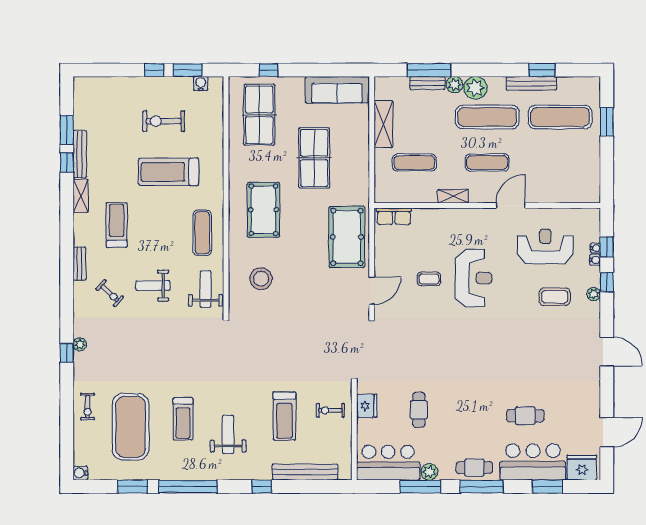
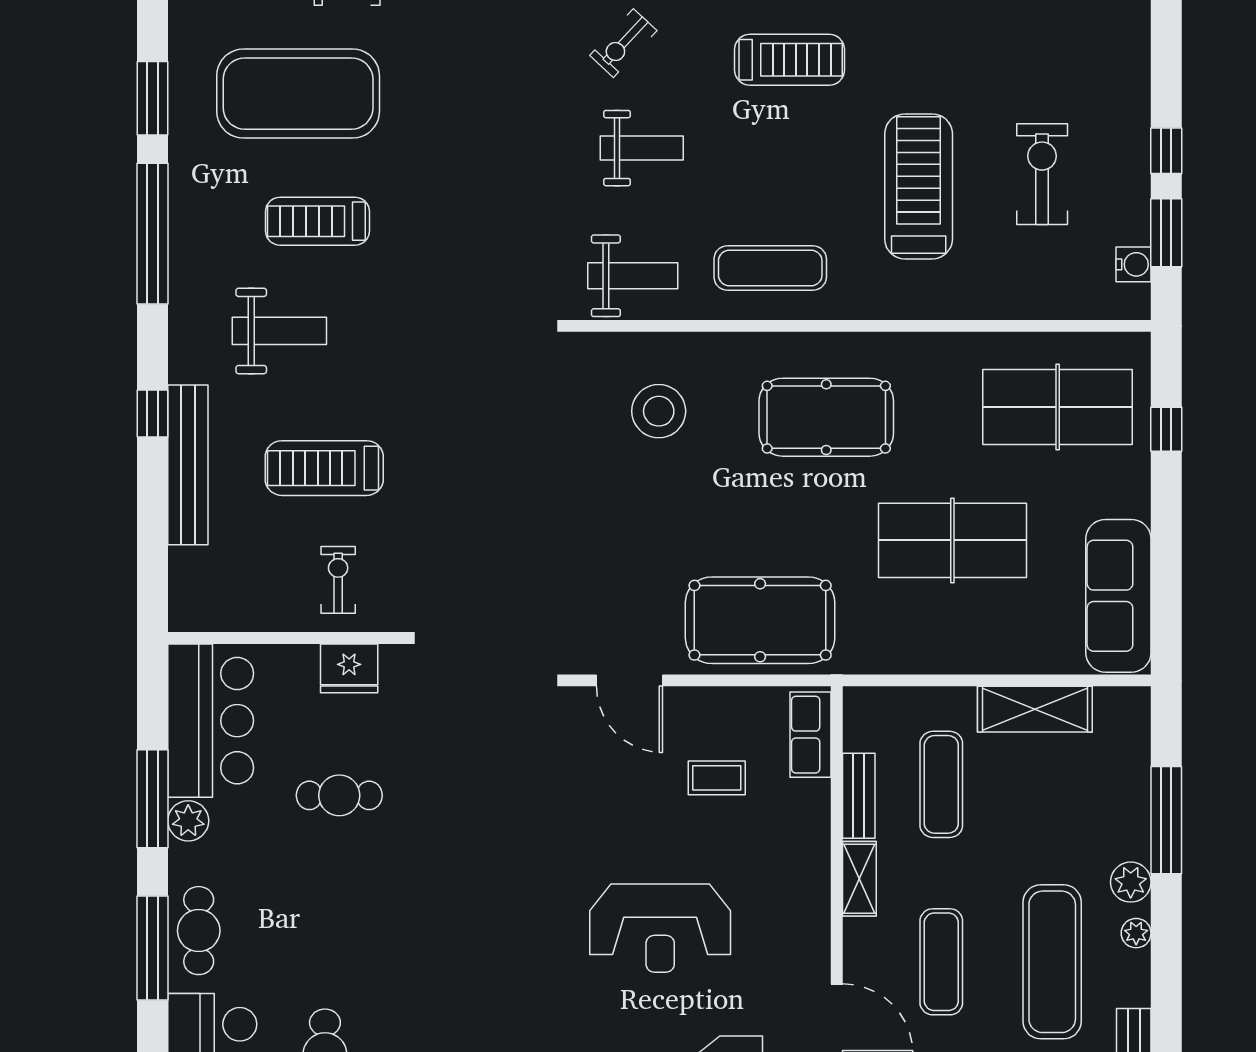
bench: (427, 83) -> (859, 796), moved
plant: (475, 88) -> (1136, 933), width x0.53, depth x0.53
coffee table: (429, 279) -> (717, 778), moved, turned 90
weight bench: (153, 286) -> (642, 148), turned 90
bench: (305, 472) -> (188, 465), moved

